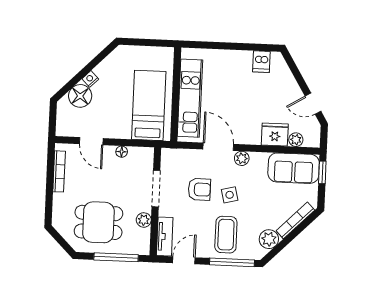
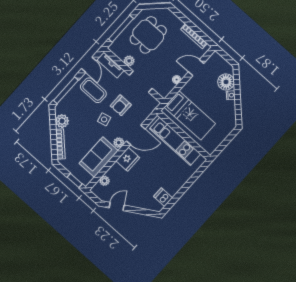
fridge: (275, 135) -> (128, 159), moved
sofa: (294, 168) -> (99, 157), moved
coffee table: (226, 235) -> (93, 90), moved

